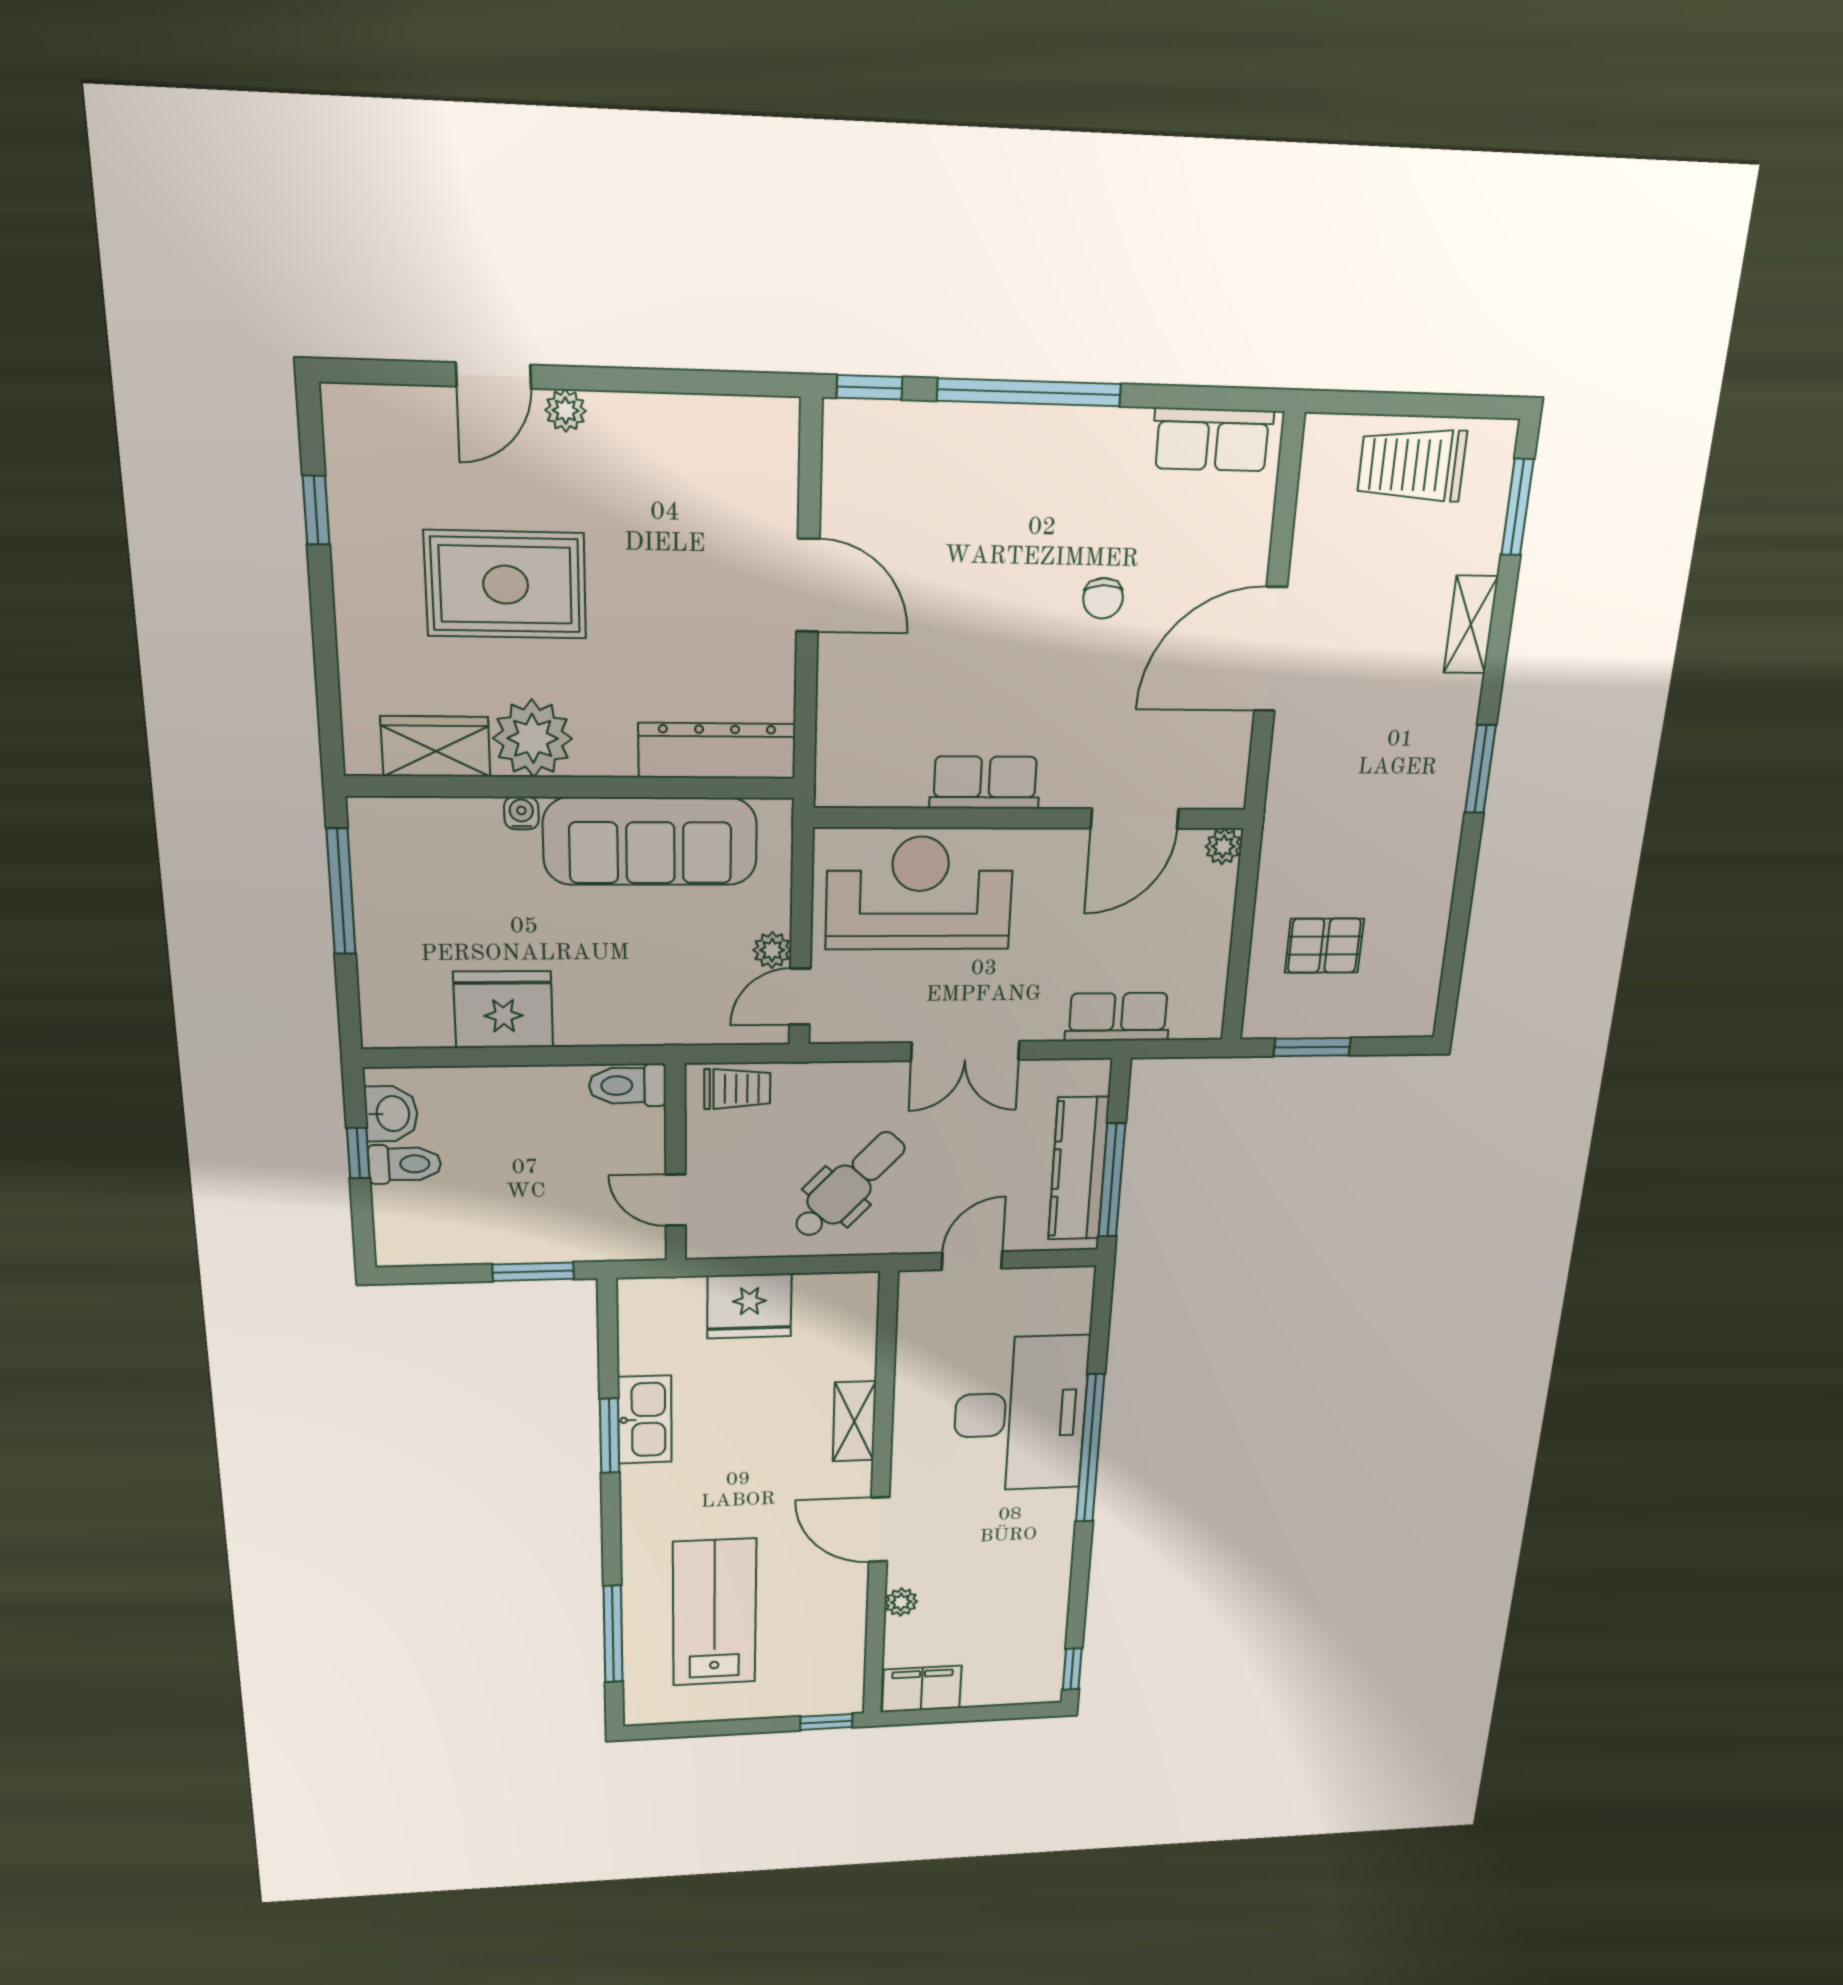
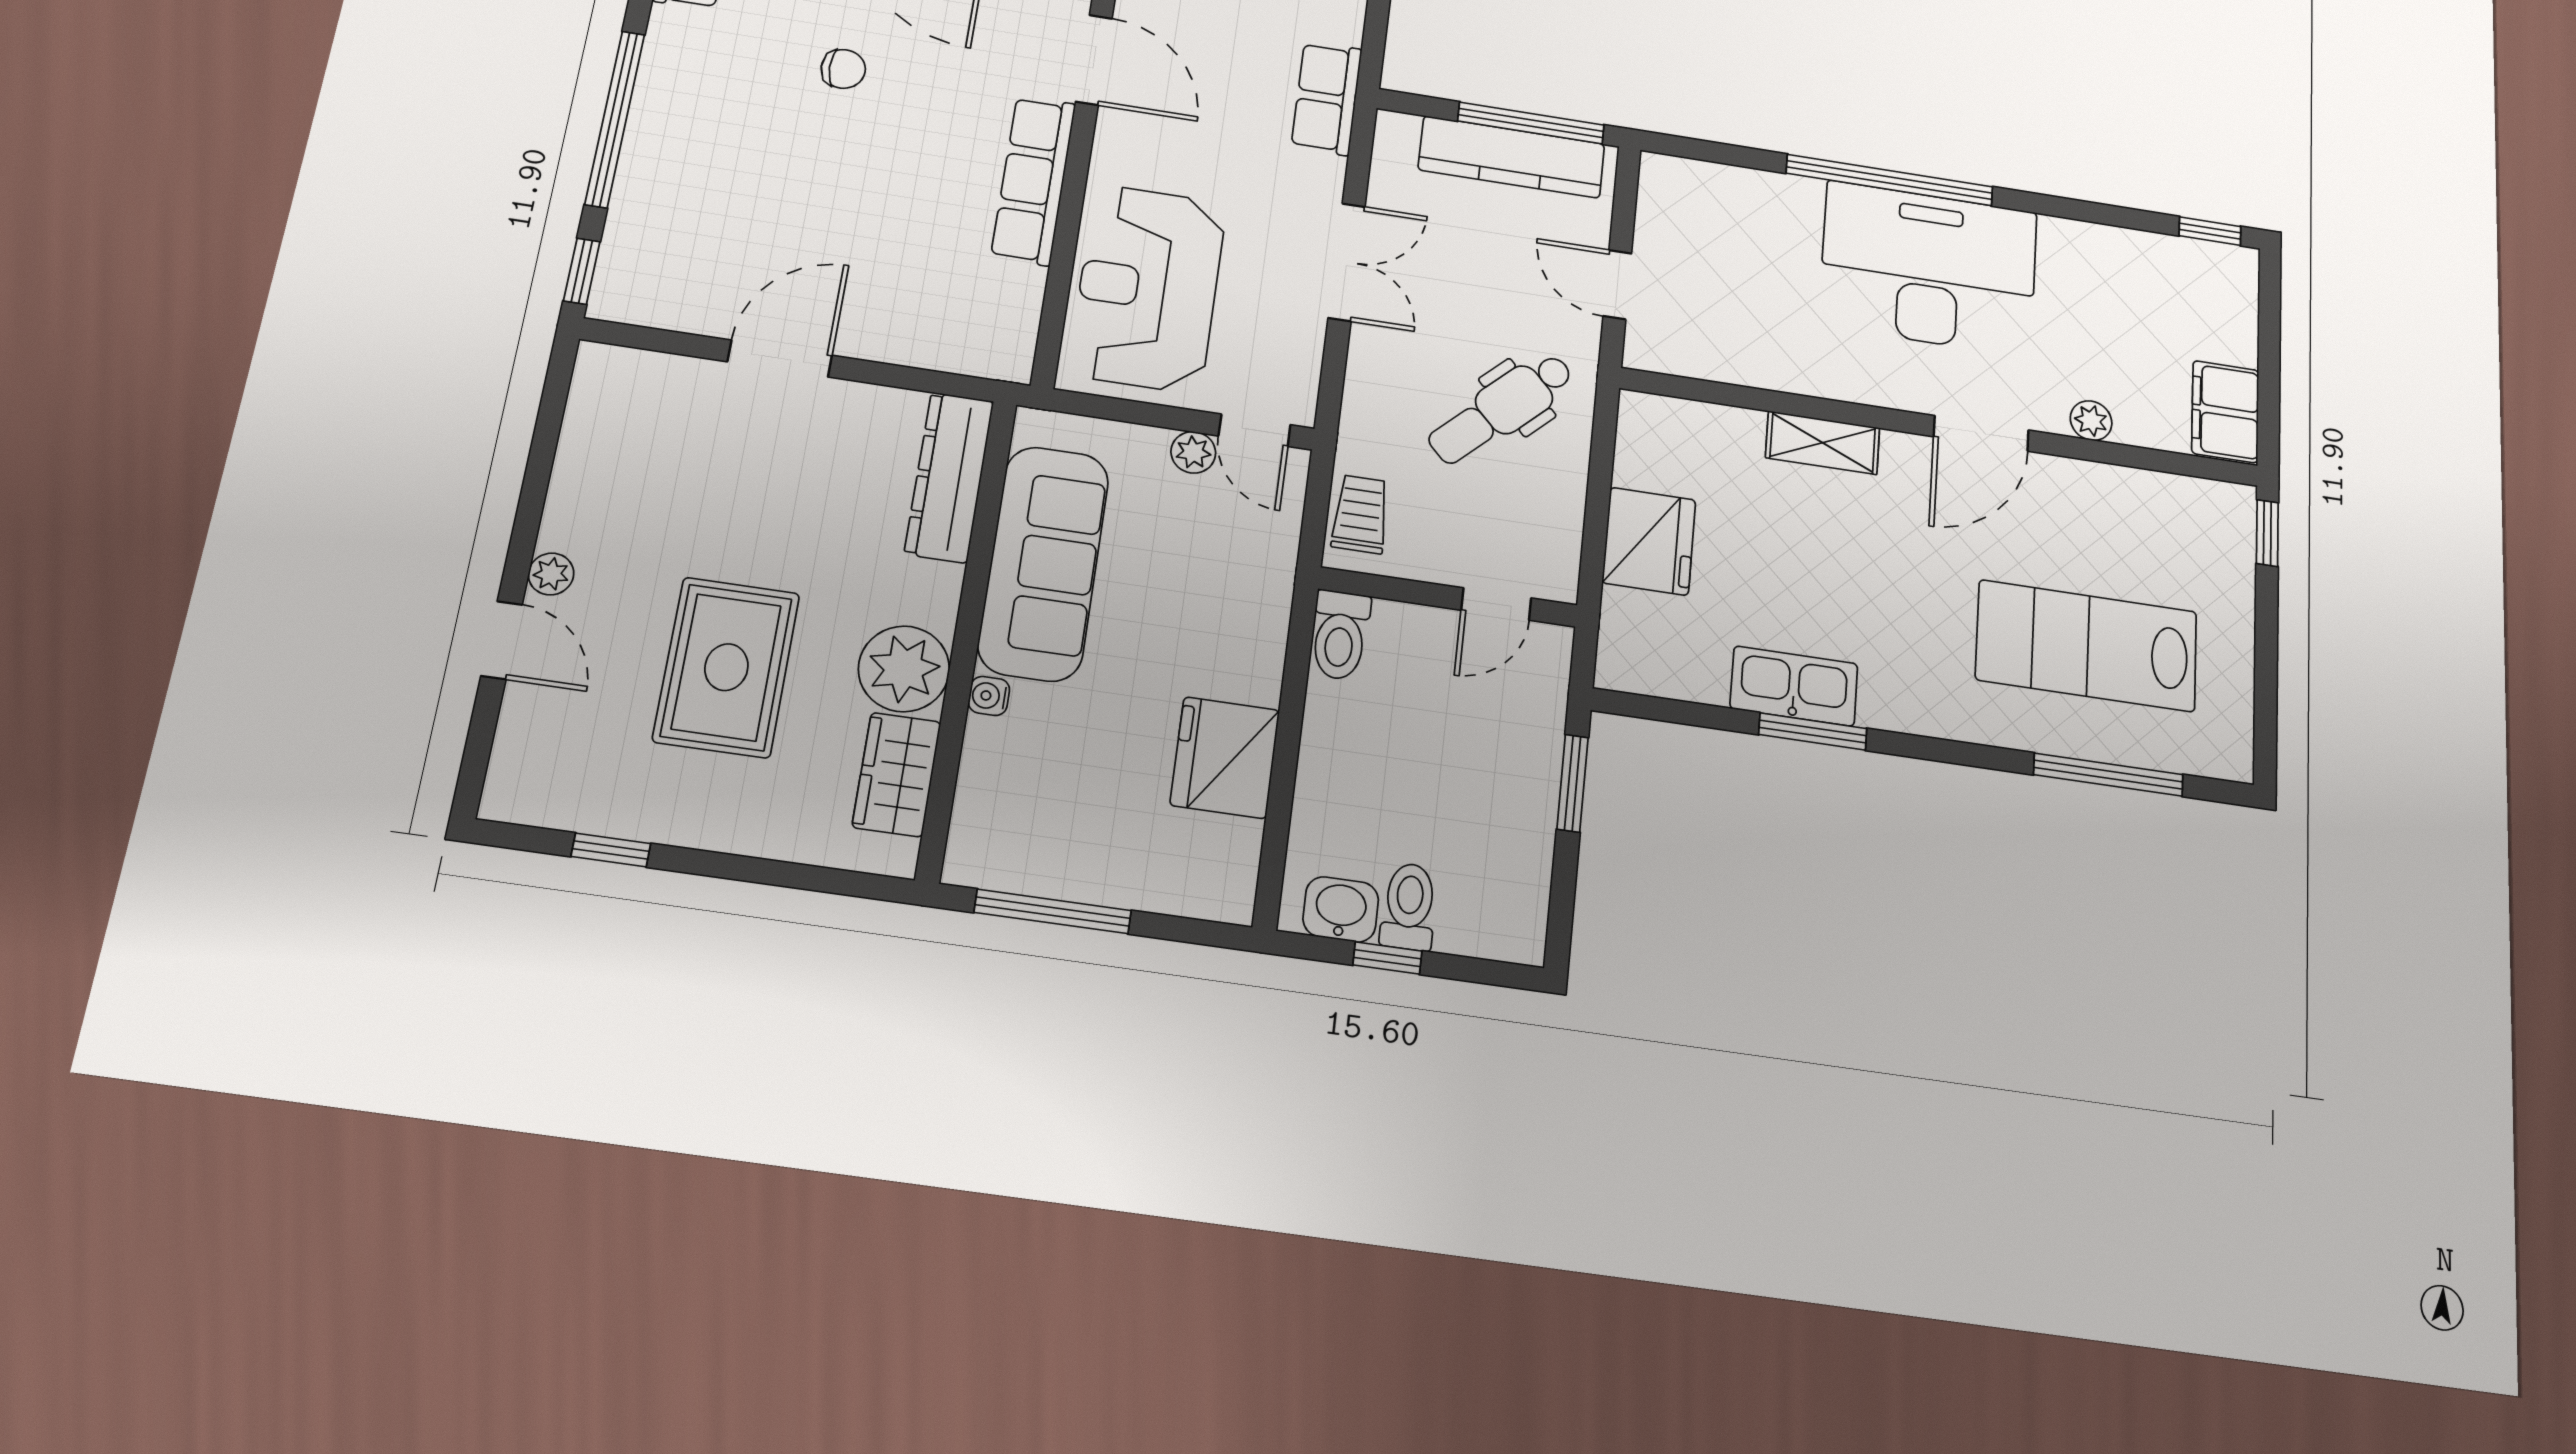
row of seats: (985, 783) -> (1033, 180), width x1.48
dental chair: (849, 1185) -> (1501, 408), turned -87
desk: (1020, 1414) -> (1929, 268), moved

